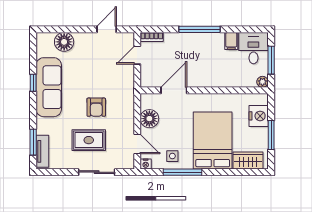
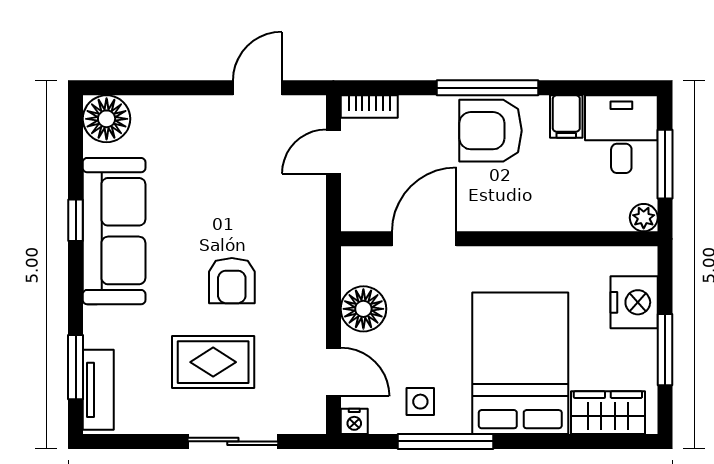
floor lamp: (64, 42) -> (107, 119), moved
armchair: (201, 47) -> (491, 131), added

